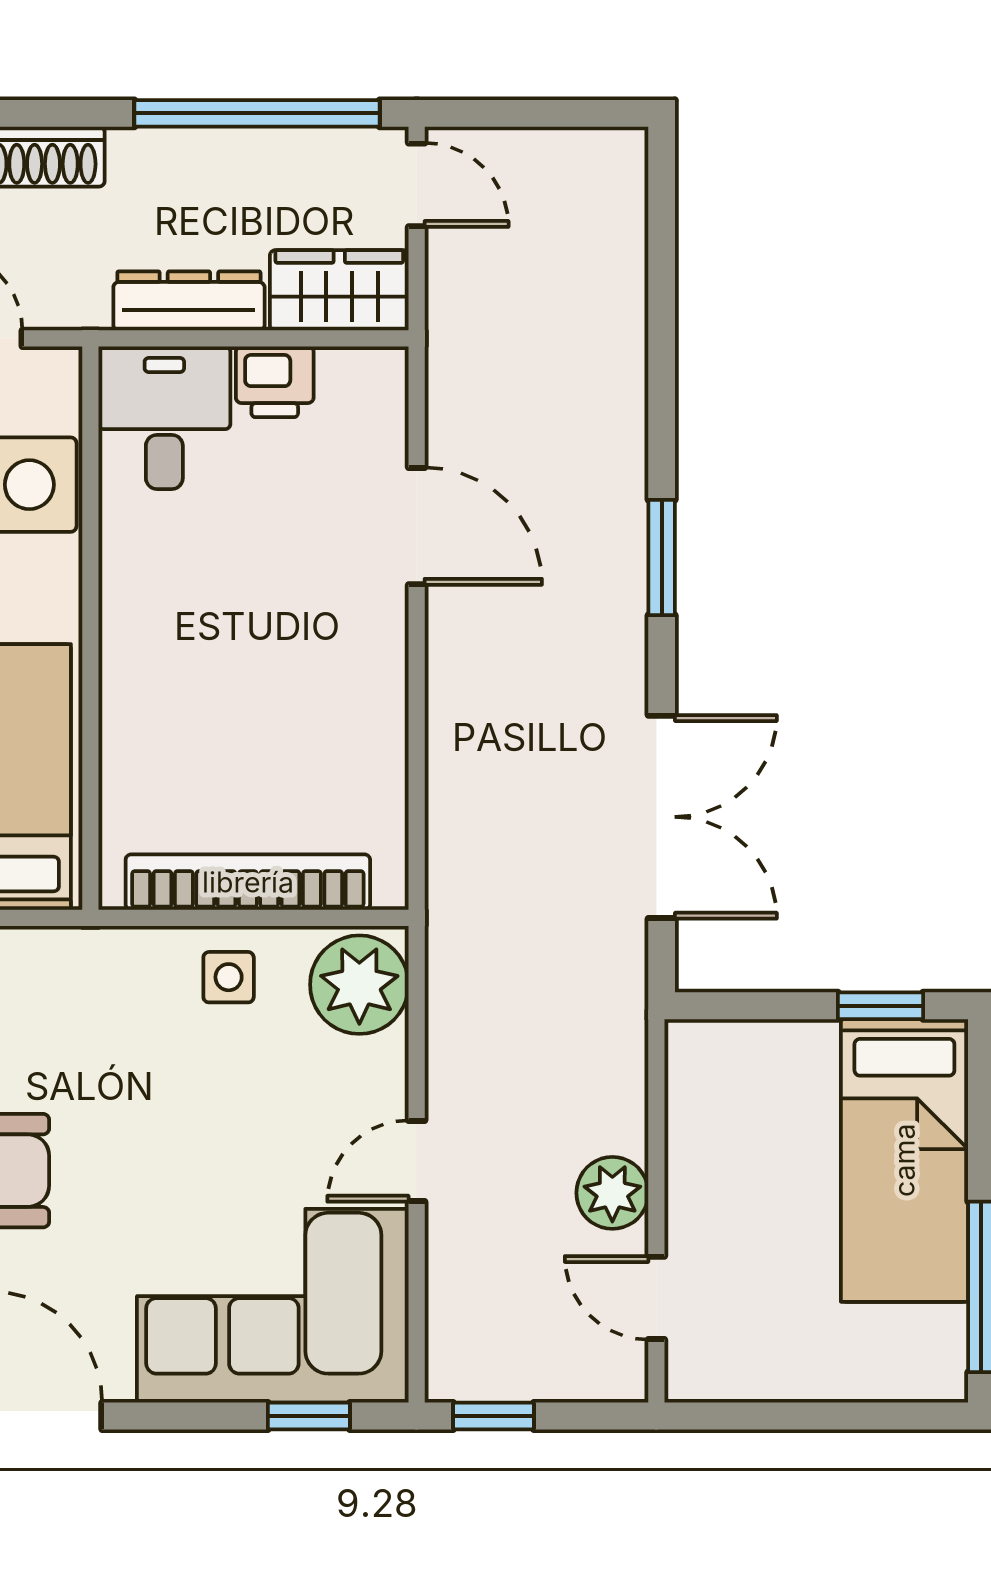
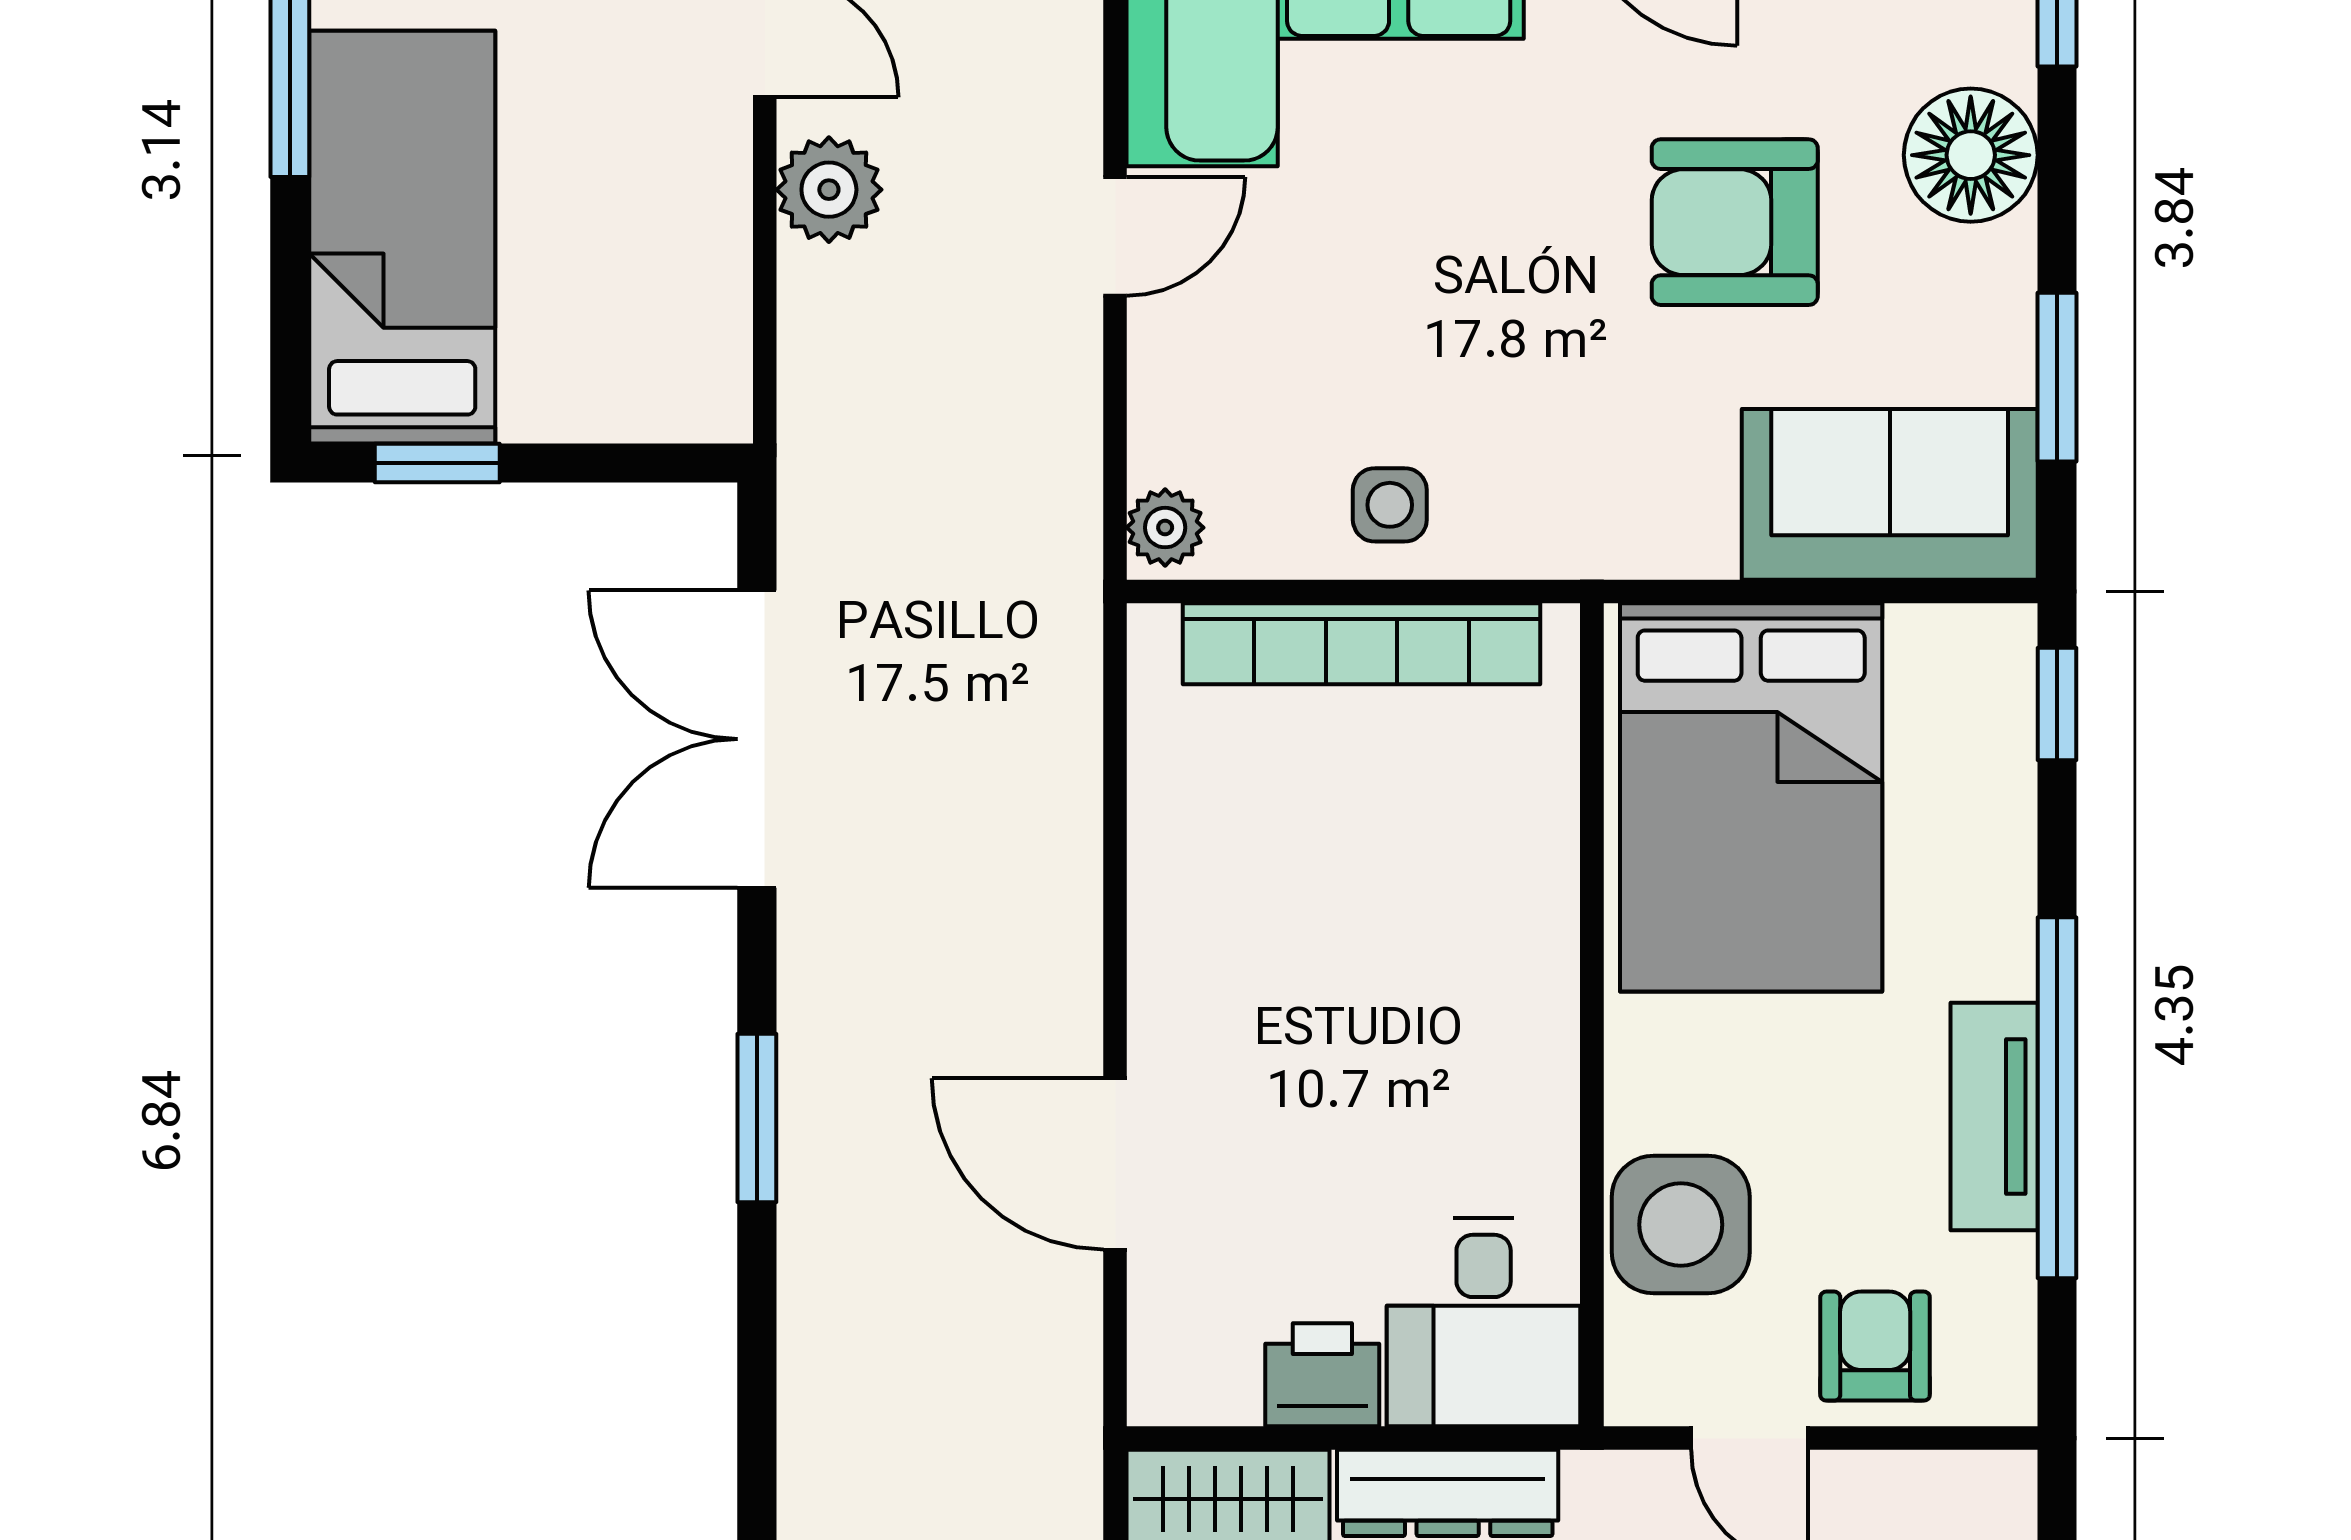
plant: (359, 985) -> (1165, 528), width x0.53, depth x0.53

